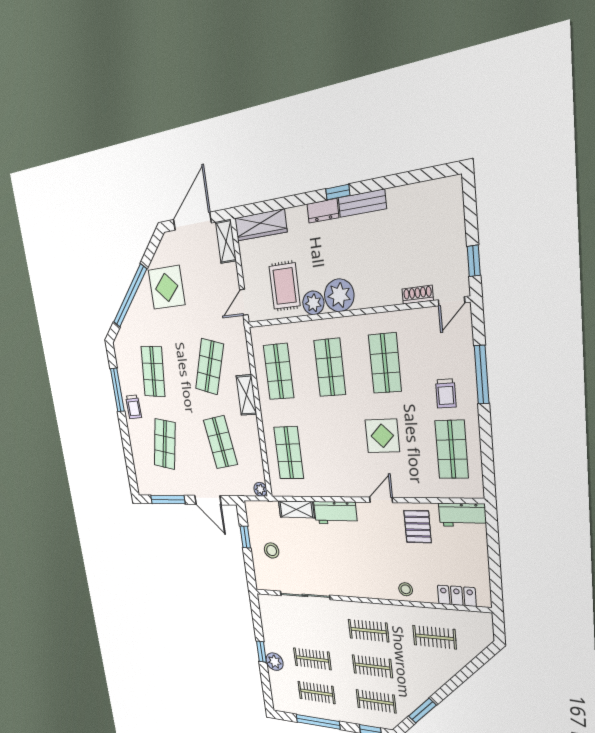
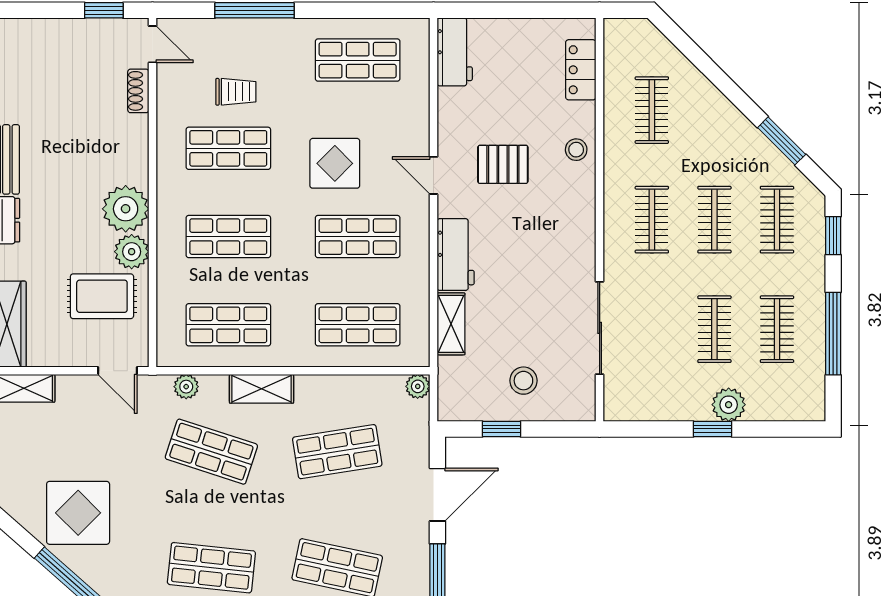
plant: (241, 348) -> (186, 387), added
trolley: (446, 393) -> (236, 92), moved
shop shelf: (339, 452) -> (358, 237), added
pallet: (418, 527) -> (503, 164), moved

